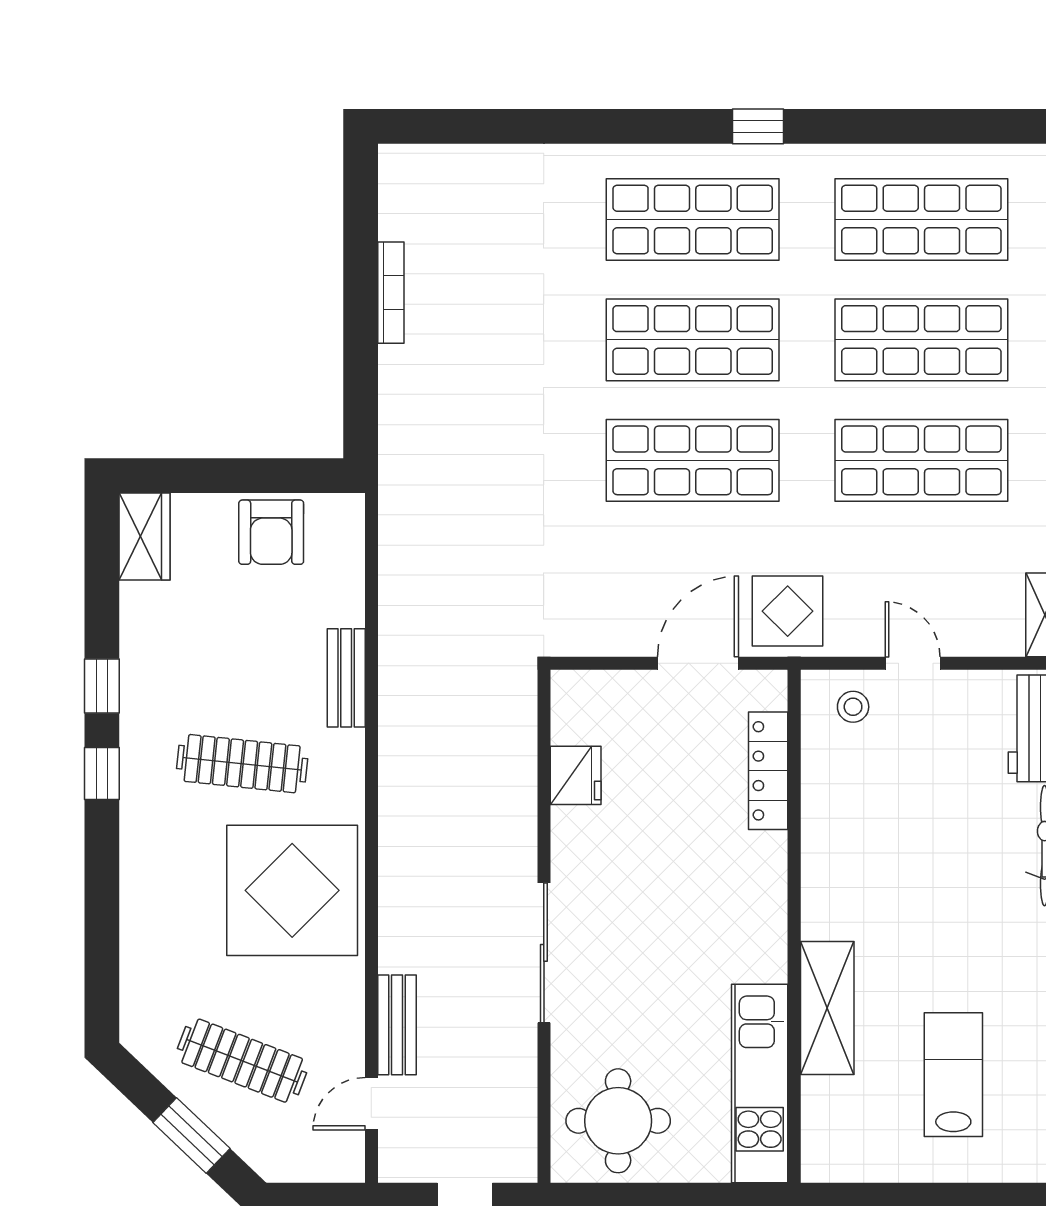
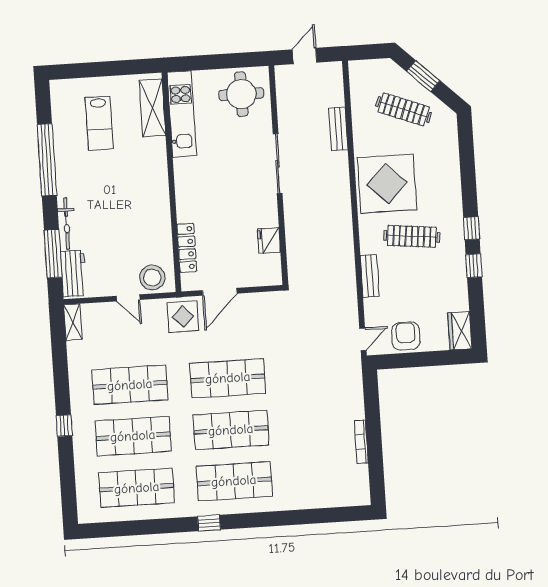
stool: (853, 707) -> (152, 278), width x1.89, depth x1.89
shelving: (827, 1008) -> (152, 108), moved
door: (371, 1104) -> (363, 339), moved

